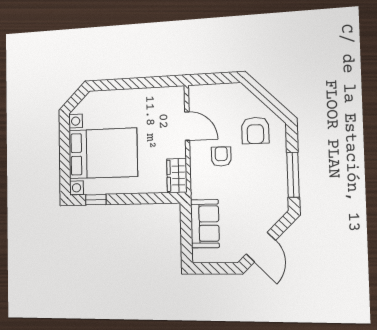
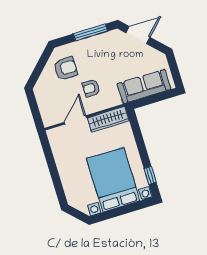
wardrobe: (177, 176) -> (108, 119), width x1.50
sofa: (205, 224) -> (144, 86), width x1.36
door: (261, 247) -> (138, 35), moved

